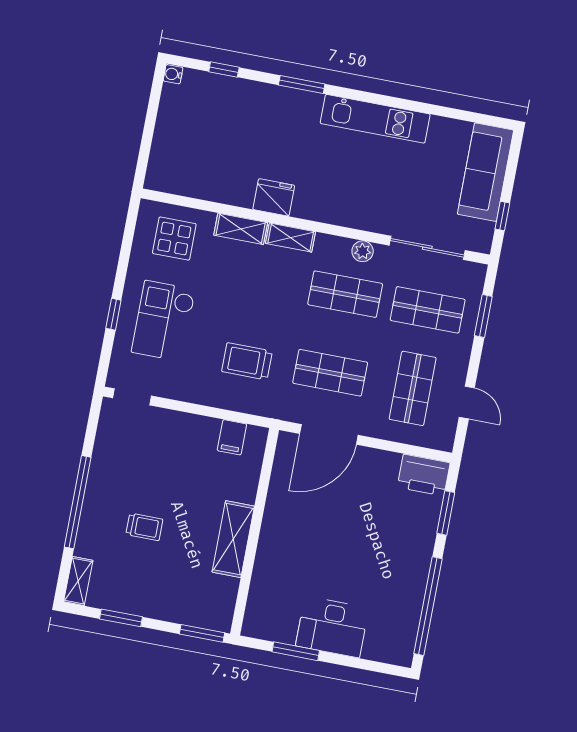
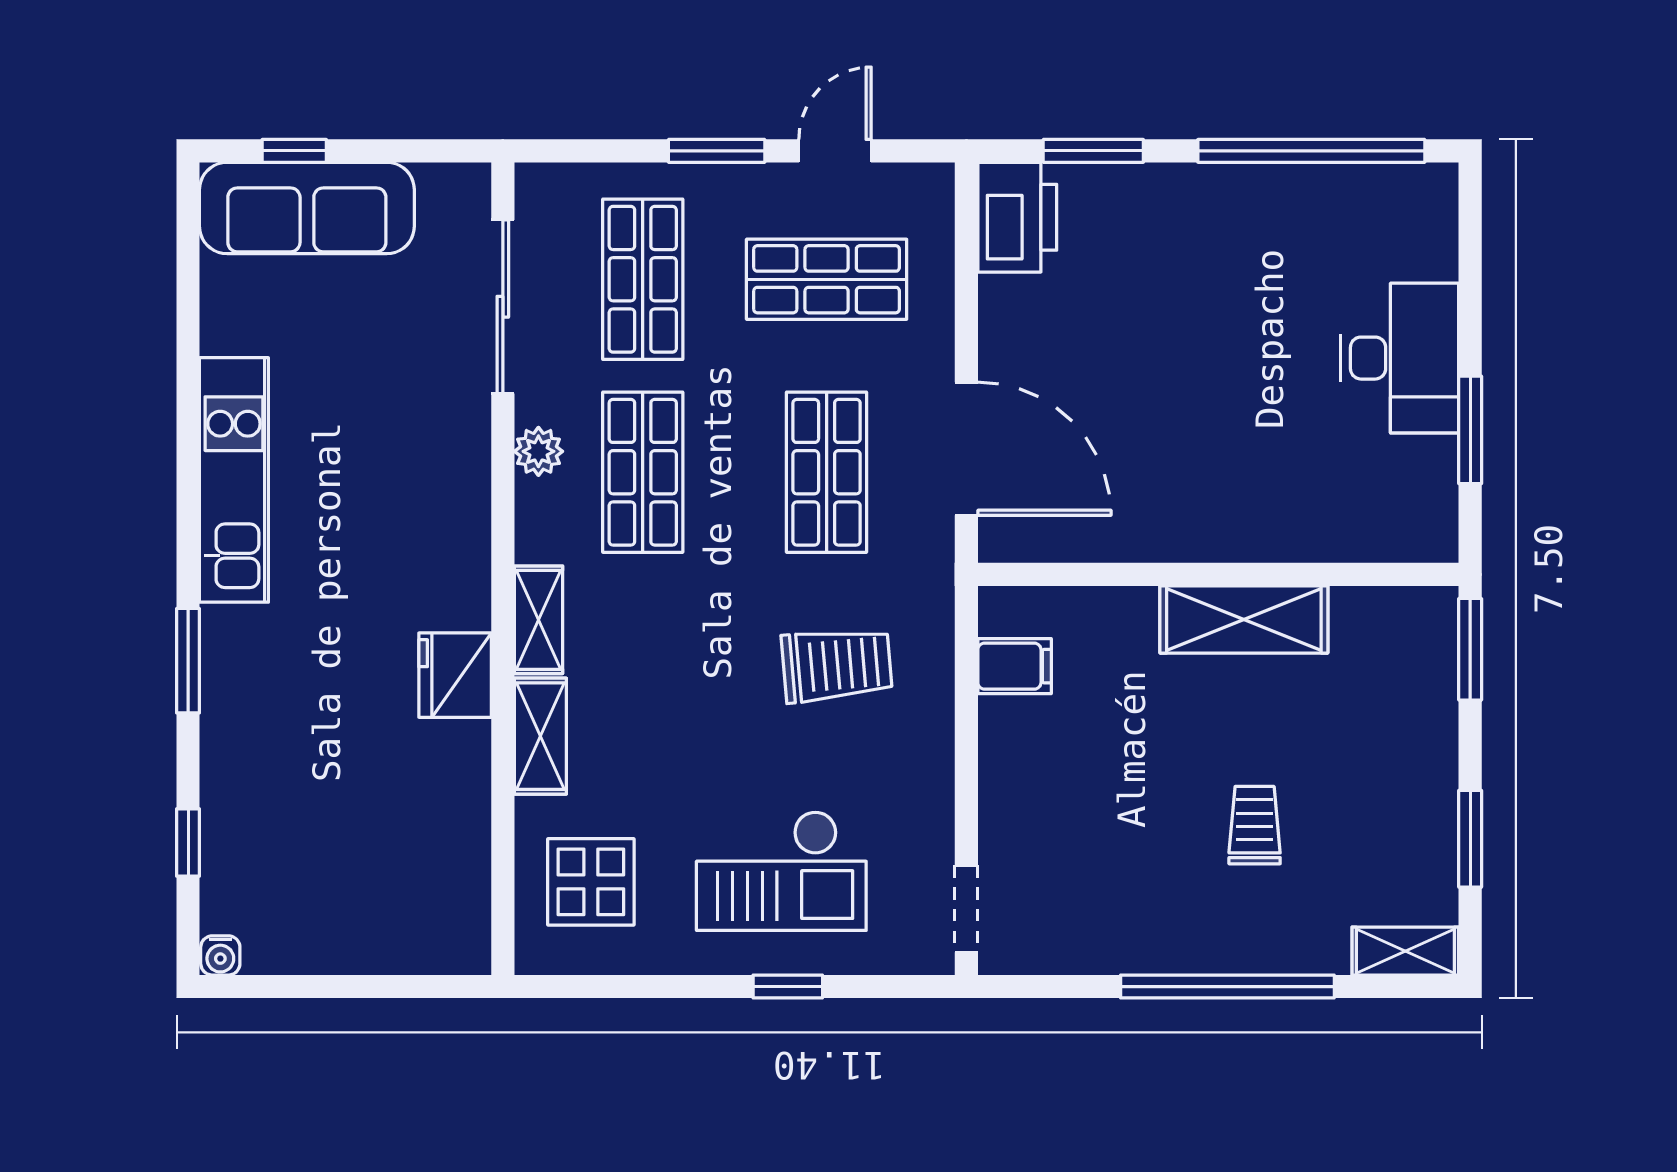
window: (502, 216) -> (294, 151), moved
window: (483, 316) -> (717, 151), moved
trolley: (247, 361) -> (837, 665), turned -95

